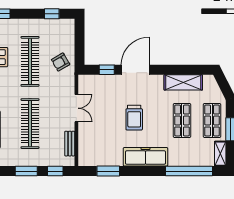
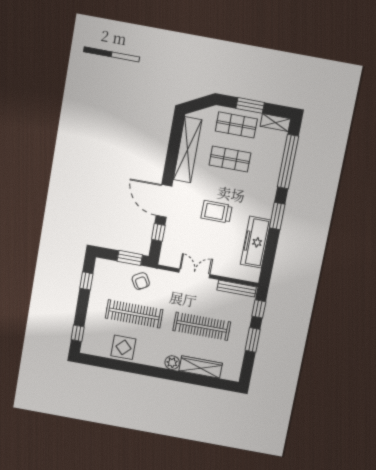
window: (79, 49) -> (130, 258), added
shelving: (183, 82) -> (188, 150), width x1.47
trolley: (134, 118) -> (217, 212), turned 180
bench: (70, 144) -> (237, 288), width x1.36
freezer: (145, 157) -> (256, 242), moved
window: (108, 171) -> (277, 216), moved

